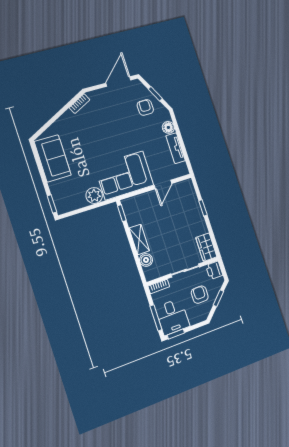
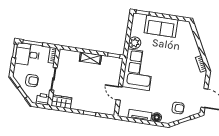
sofa: (53, 158) -> (161, 26), moved
boiler: (146, 260) -> (74, 56), removed

